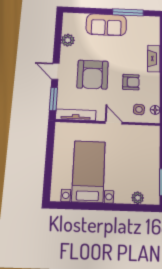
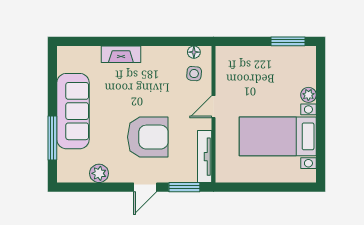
window: (128, 12) -> (52, 138), moved
sofa: (106, 25) -> (73, 111), width x1.36
armchair: (131, 82) -> (156, 85), removed
plant: (138, 198) -> (308, 95), moved

